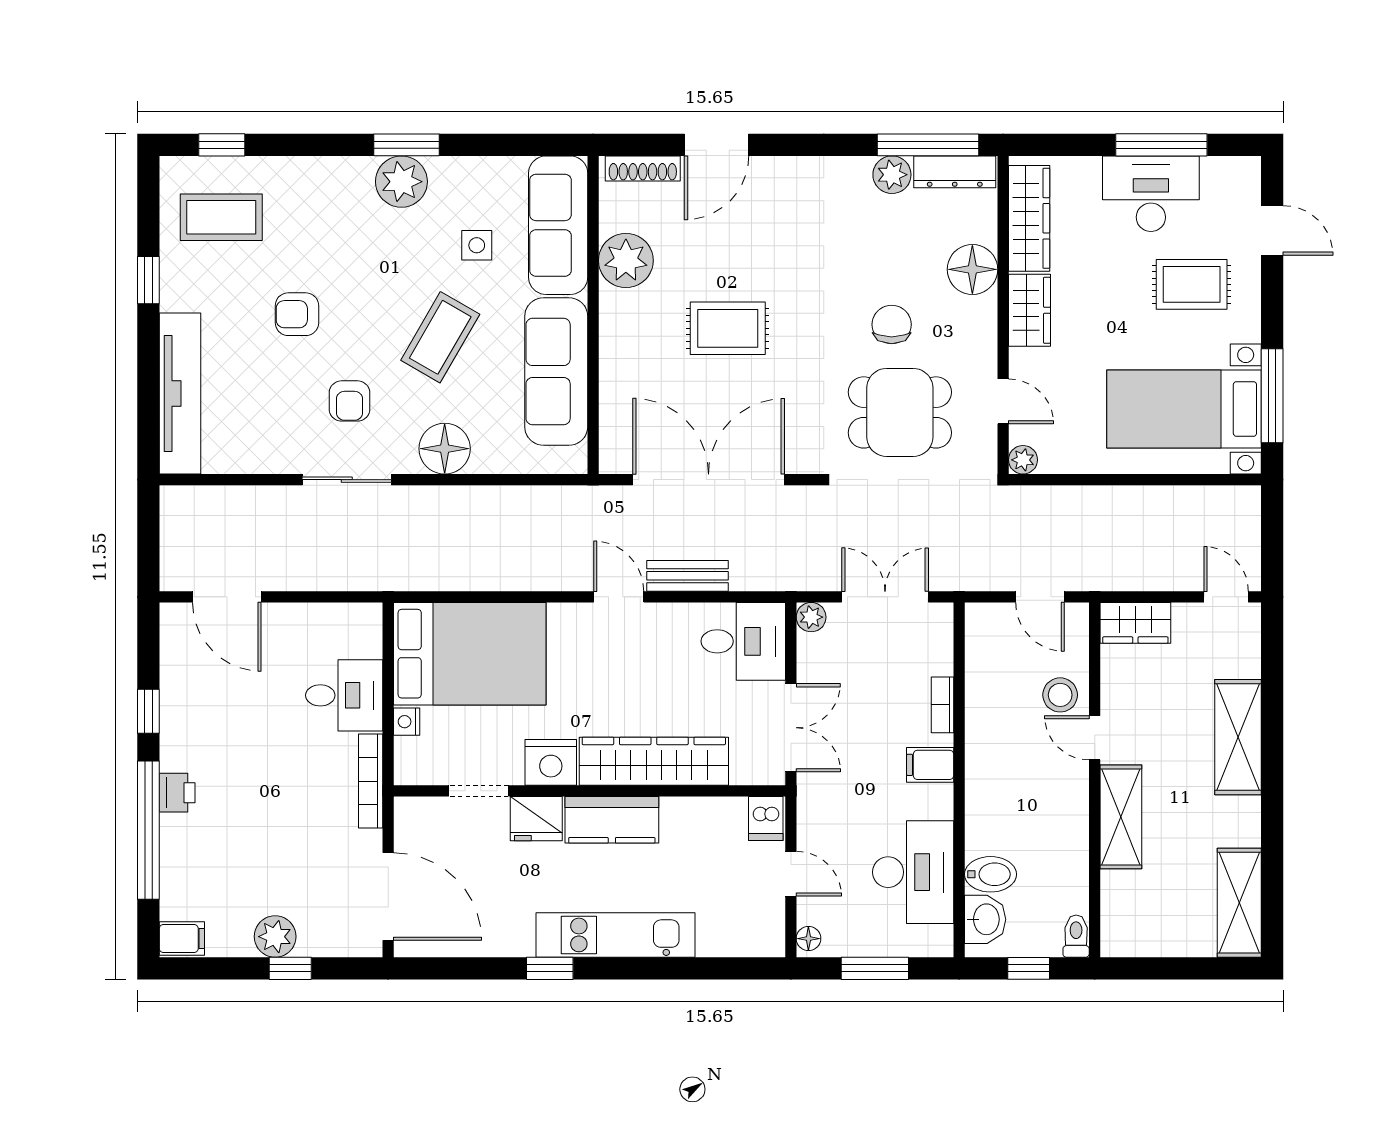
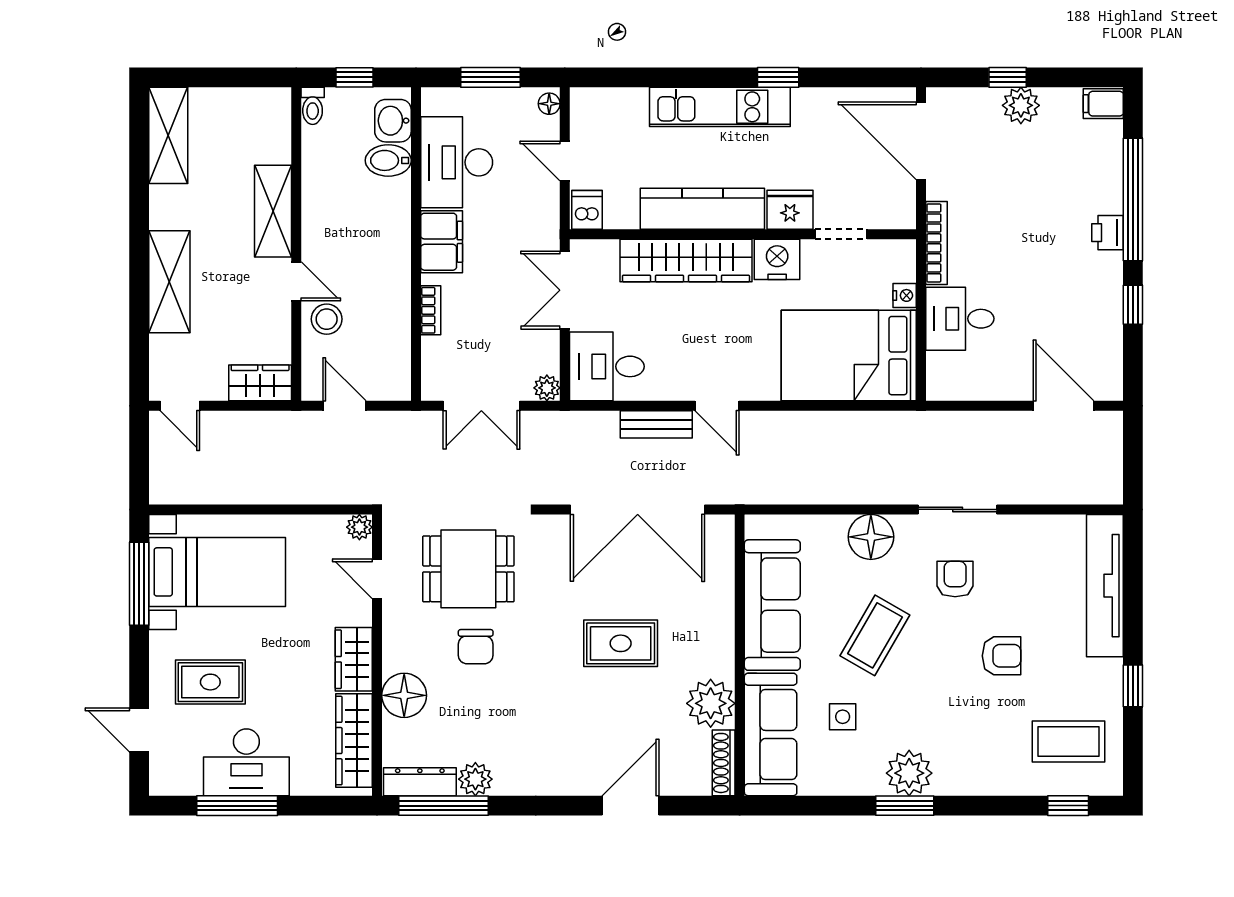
shoe rack: (643, 168) -> (724, 763), moved, turned -90
filing cabinet: (930, 765) -> (442, 242), width x2.00
kitchen counter: (612, 820) -> (702, 209), width x1.50

